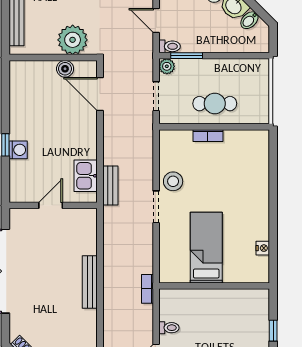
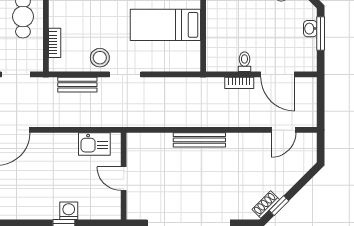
bookcase: (208, 136) -> (55, 43), moved
bench: (110, 185) -> (77, 85), moved
bookcase: (148, 289) -> (239, 83), moved

